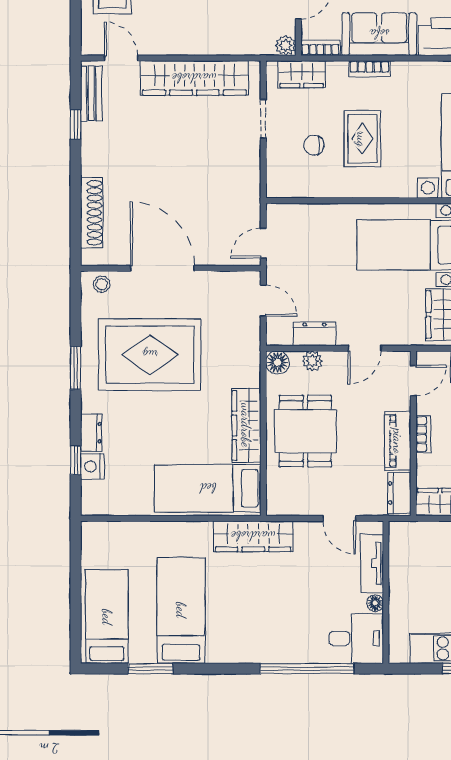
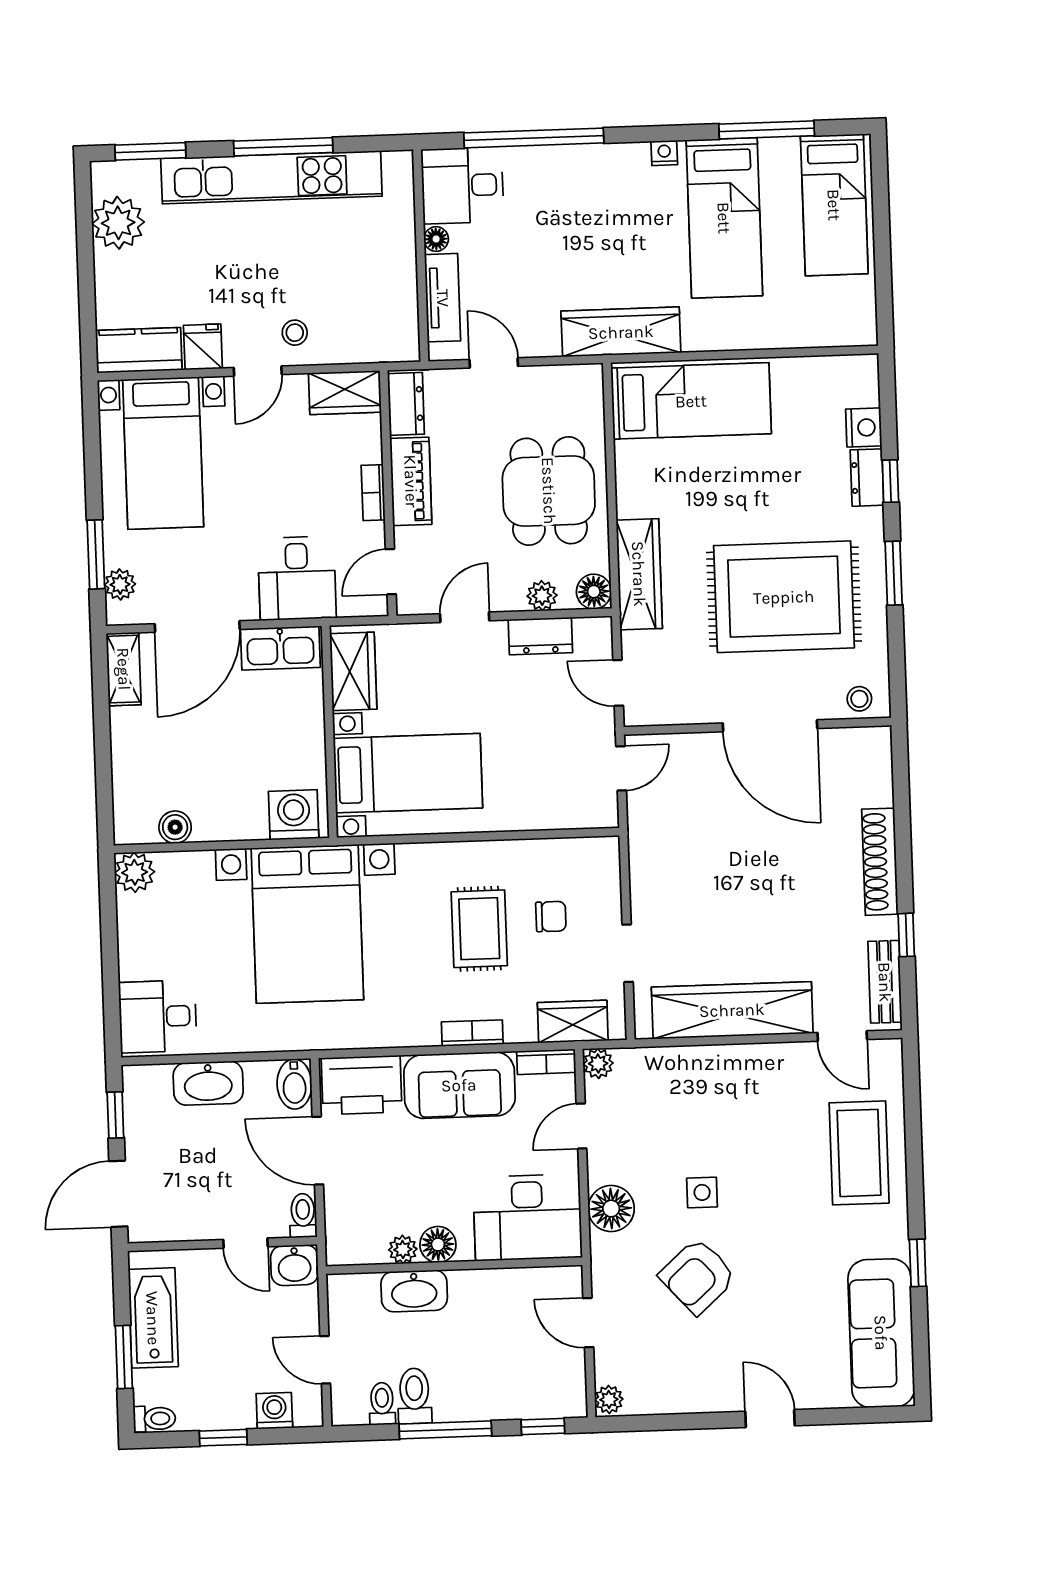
shoe rack: (92, 213) -> (880, 862), moved
wardrobe: (246, 425) -> (639, 574), moved
window: (76, 460) -> (890, 481), moved
nightstand: (220, 655) -> (664, 153), added
window: (151, 669) -> (767, 130), width x1.44

